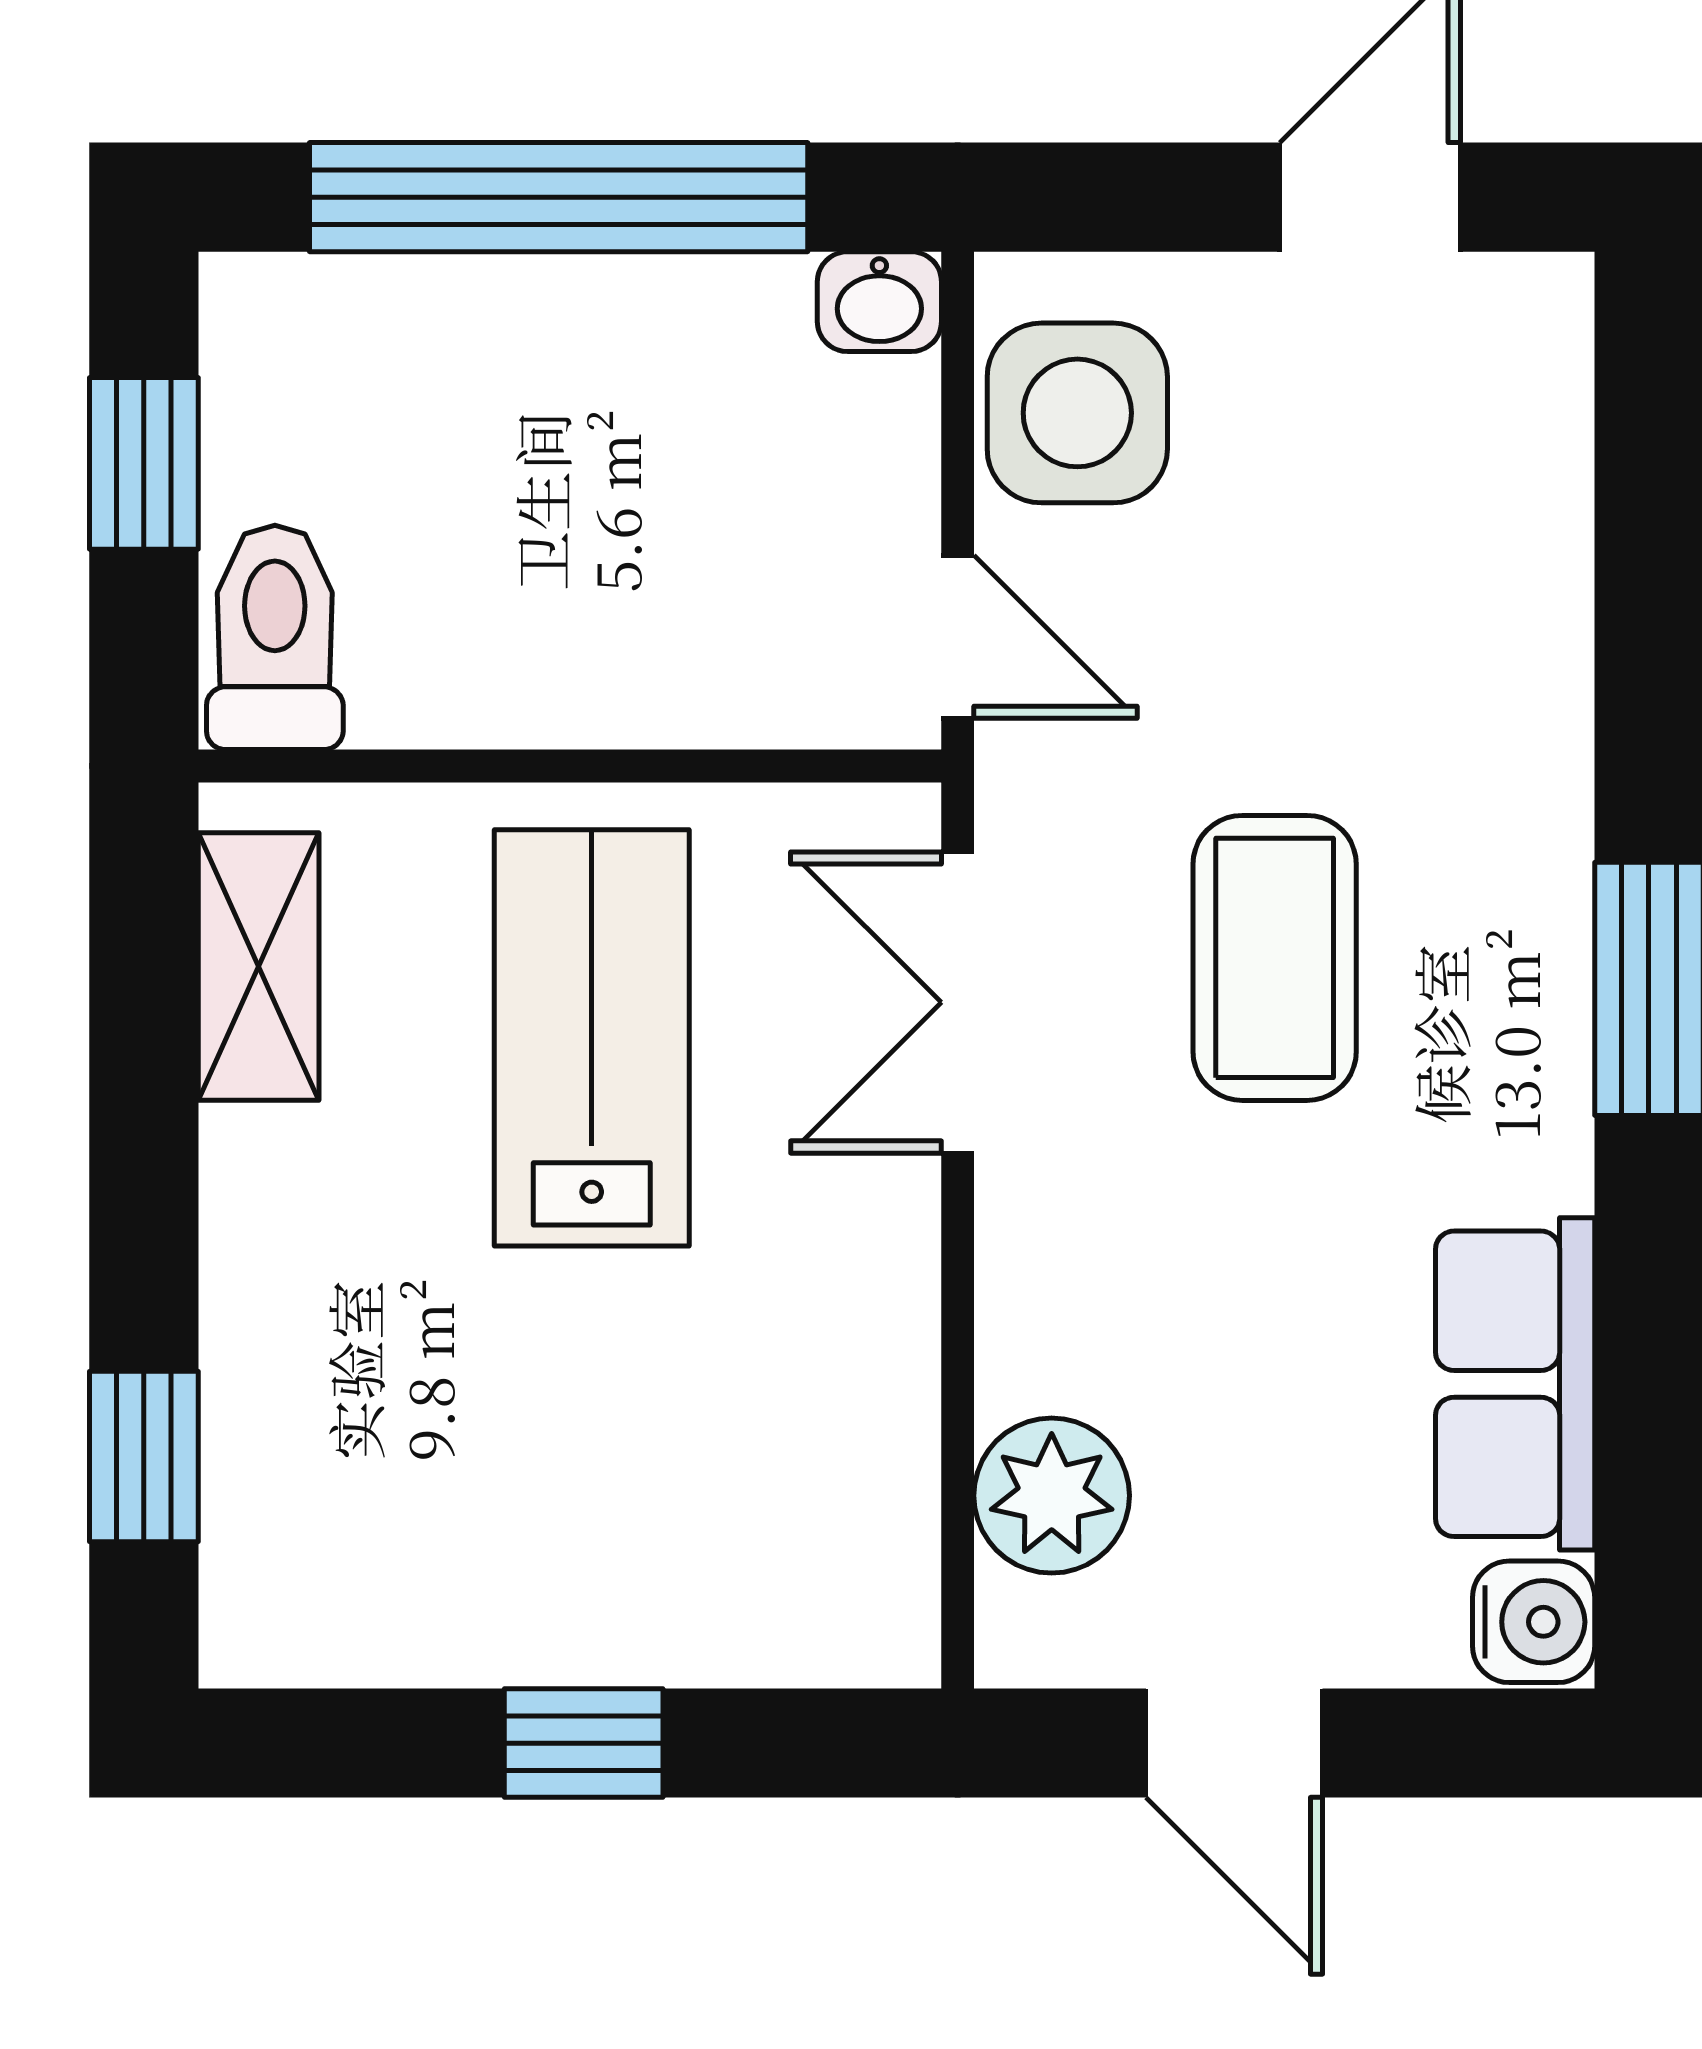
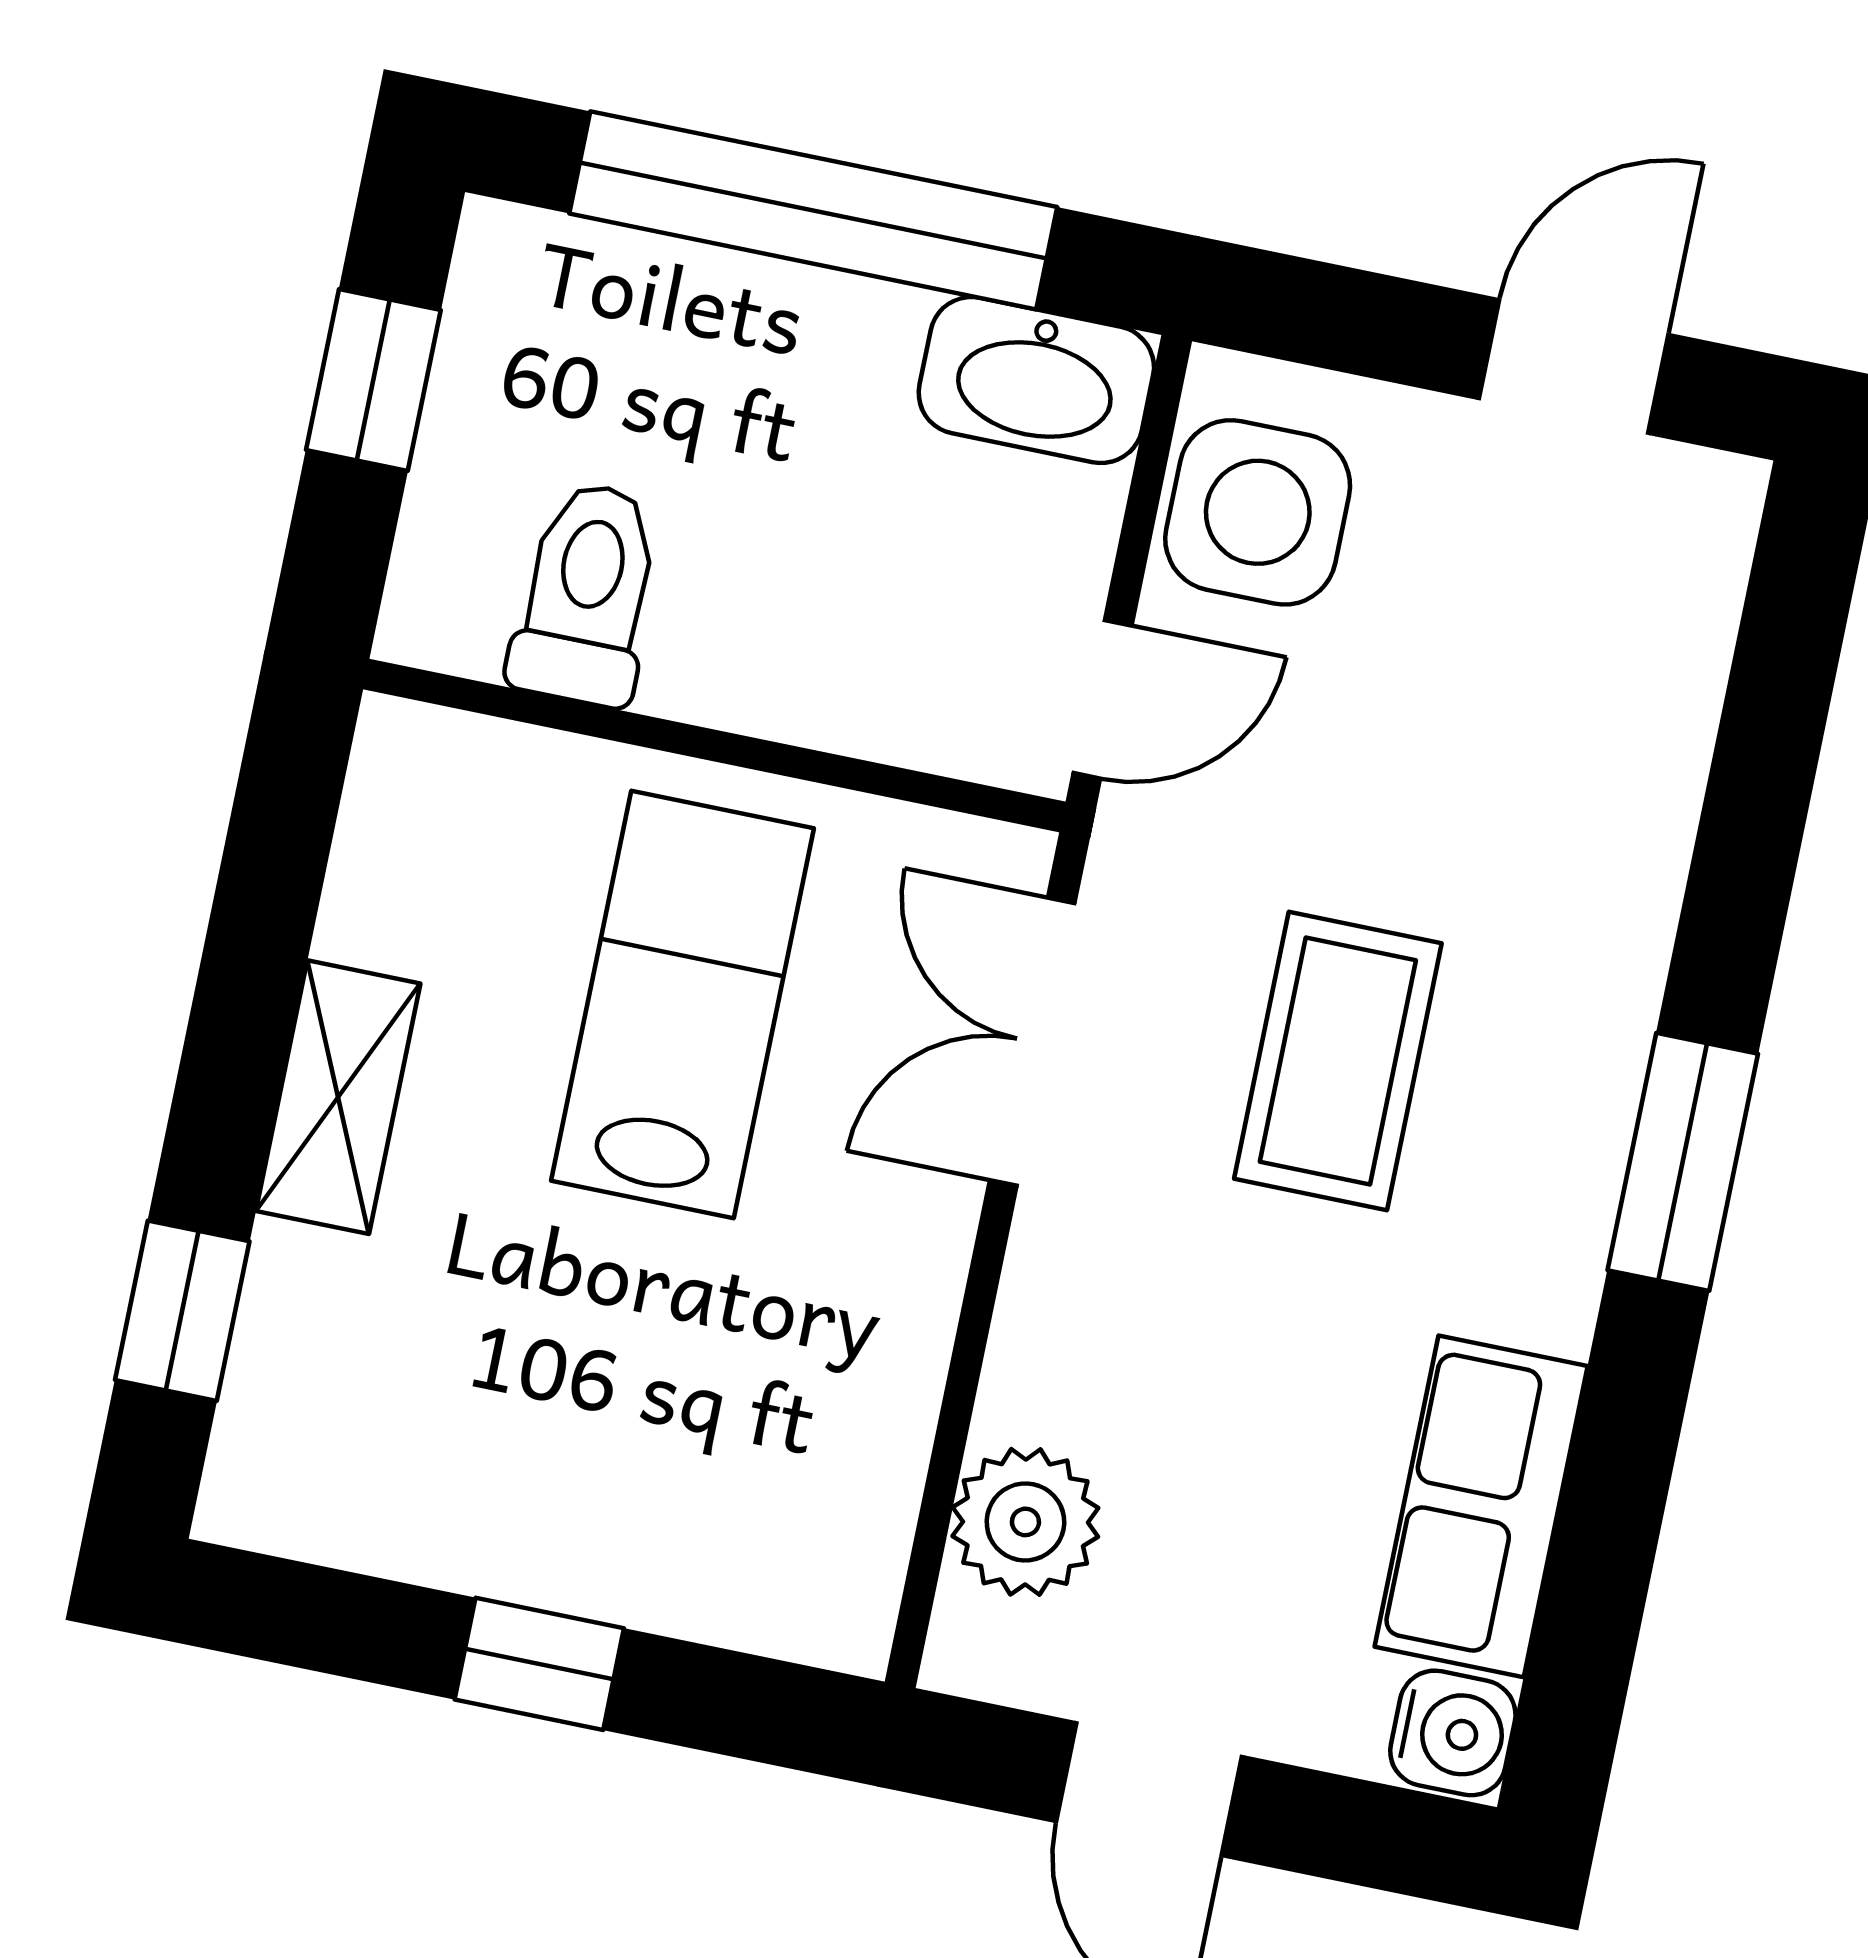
washbasin: (879, 302) -> (1036, 380), width x1.91, depth x1.45
toilet: (275, 637) -> (587, 594), moved
door: (958, 637) -> (1103, 699), hinge flipped
shelving: (259, 967) -> (338, 1097), moved

